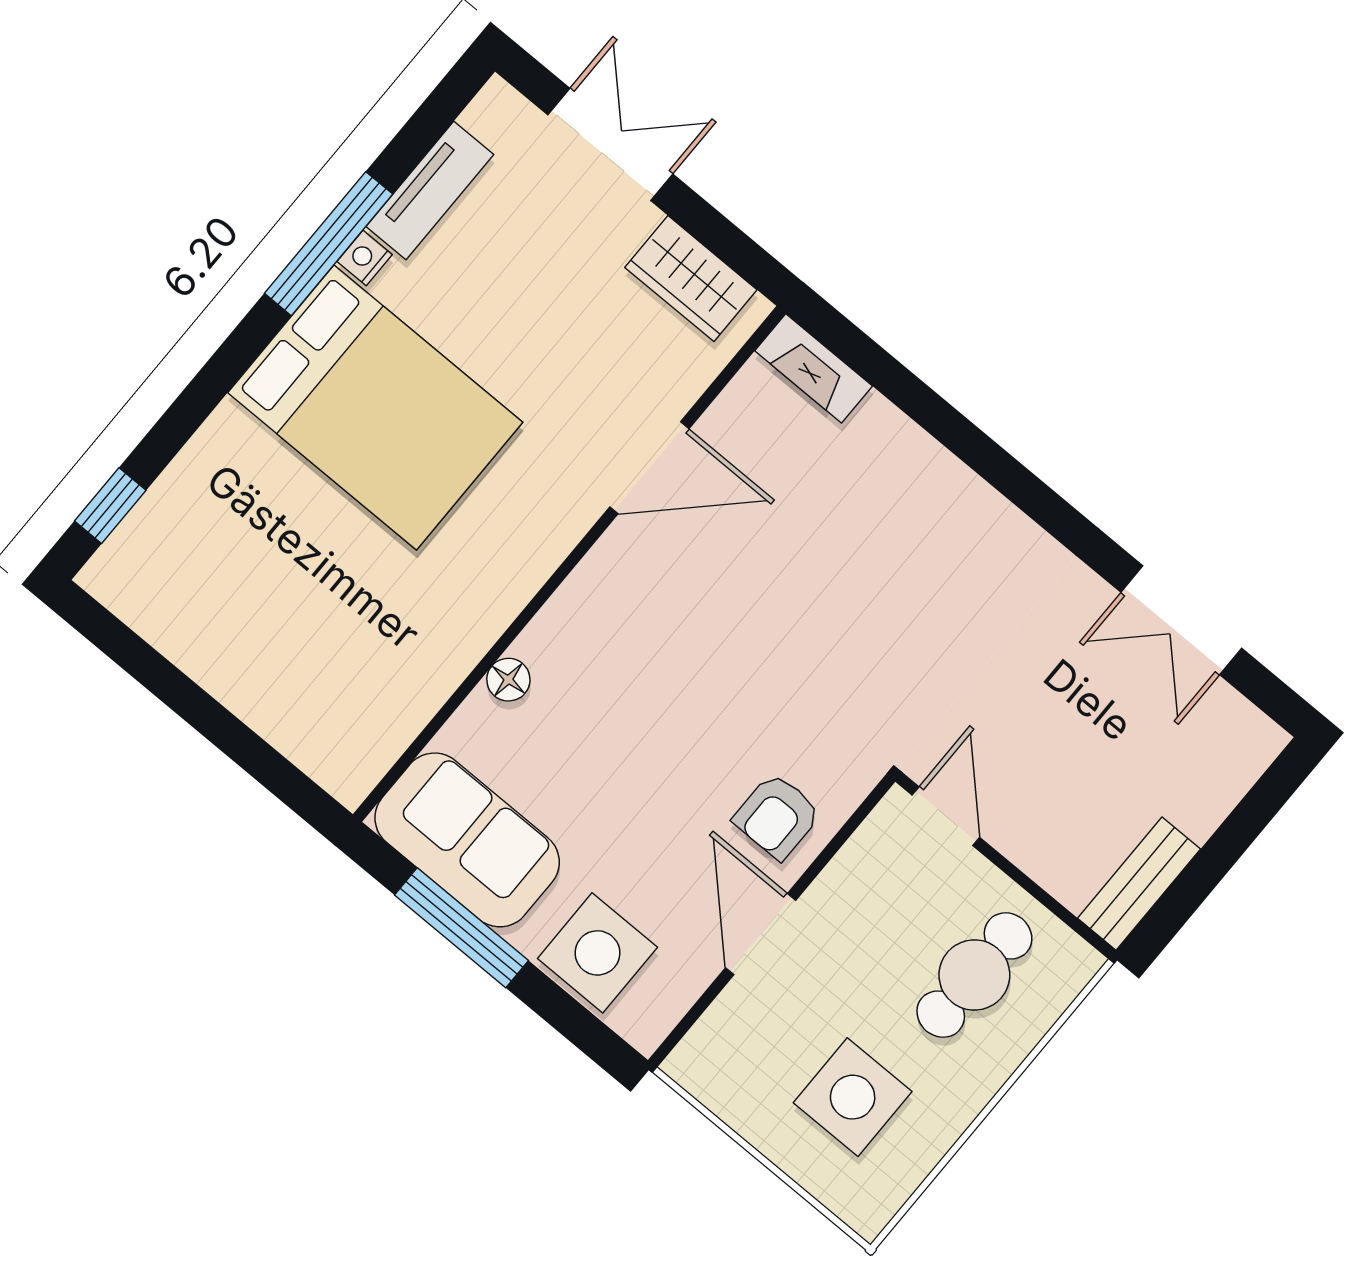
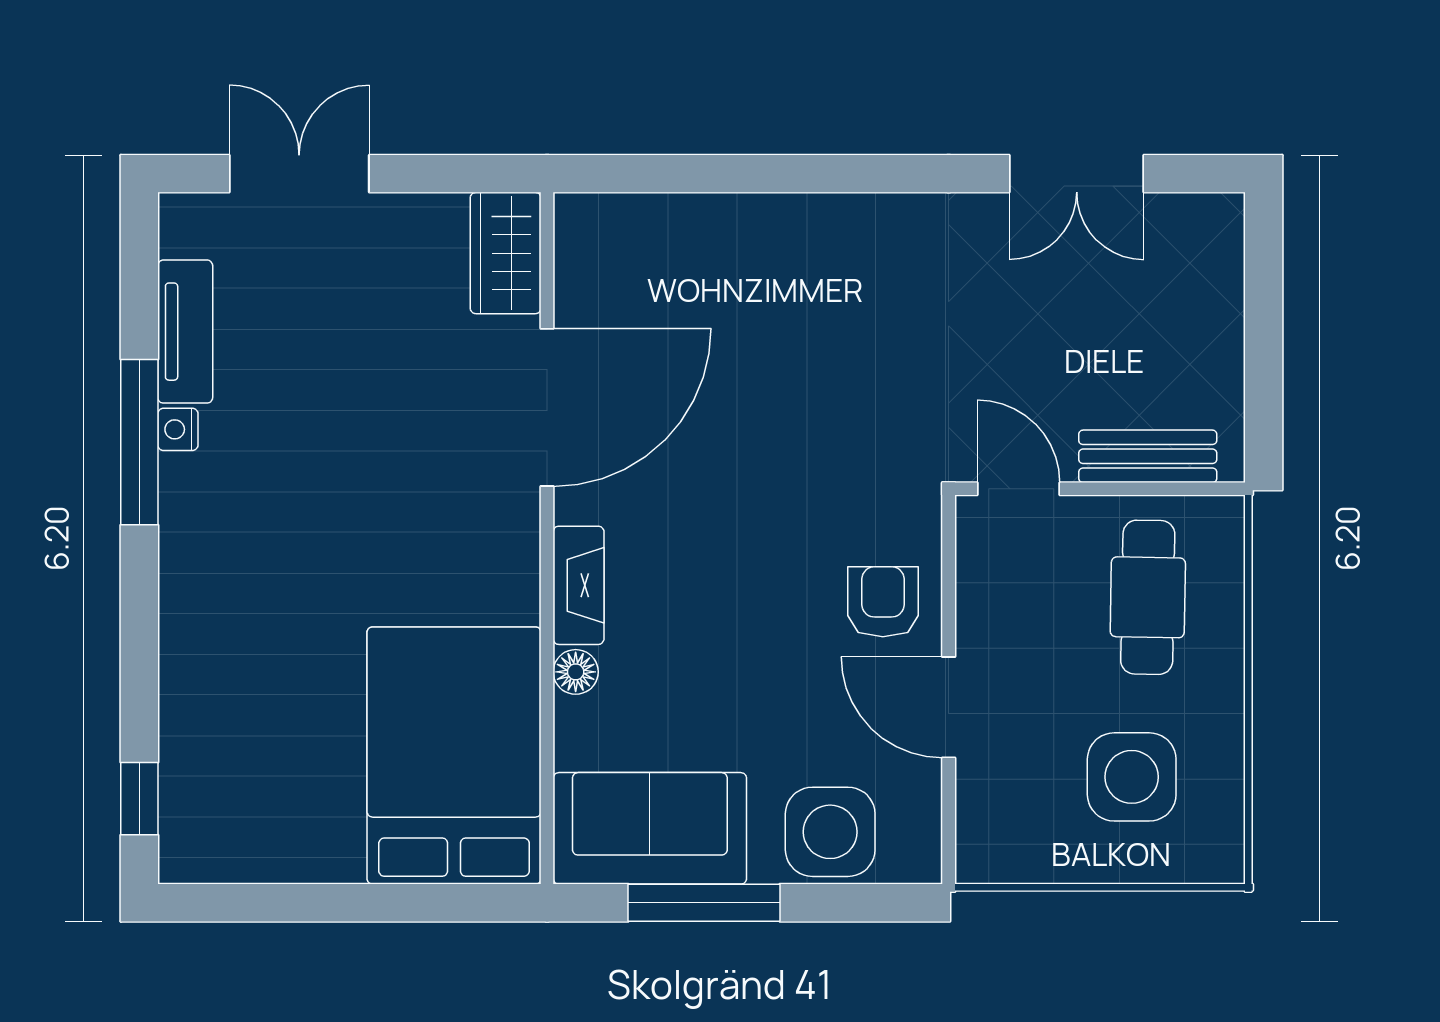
wardrobe: (691, 279) -> (506, 253), moved, turned 90
fireplace: (814, 368) -> (579, 585), moved, turned -90
bed: (375, 408) -> (454, 756), moved, turned -90
door: (649, 468) -> (547, 407), width x1.36
armchair: (777, 816) -> (883, 602), turned 180
bench: (1139, 884) -> (1148, 456), moved, turned 90

